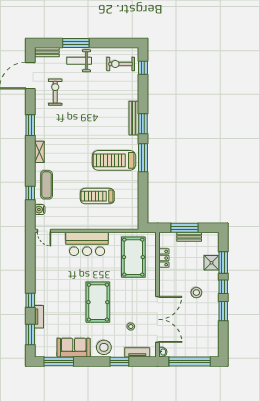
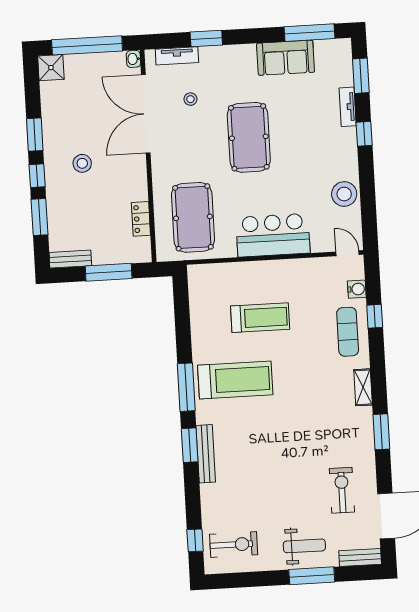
exercise bike: (55, 92) -> (342, 490), turned 180
bench: (189, 237) -> (70, 259), moved
shower: (212, 263) -> (51, 68), moved
stool: (104, 347) -> (344, 194), moved

